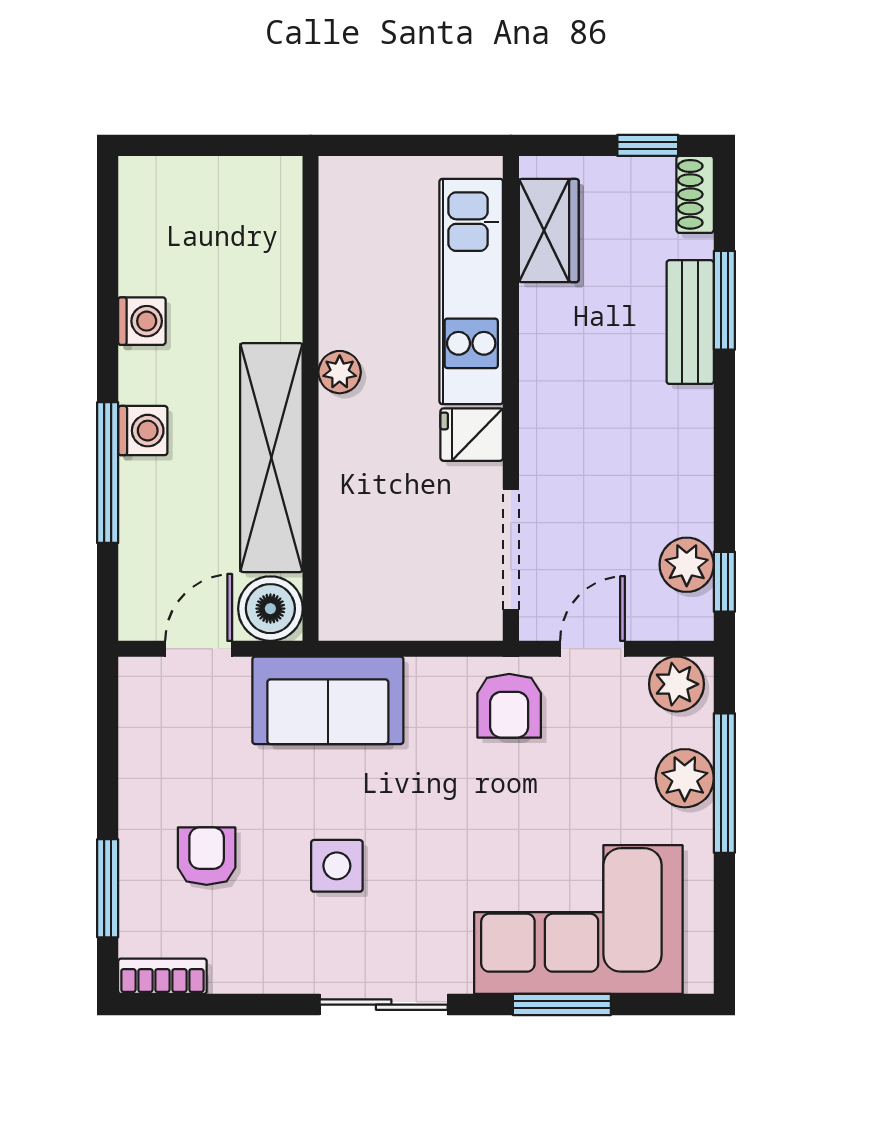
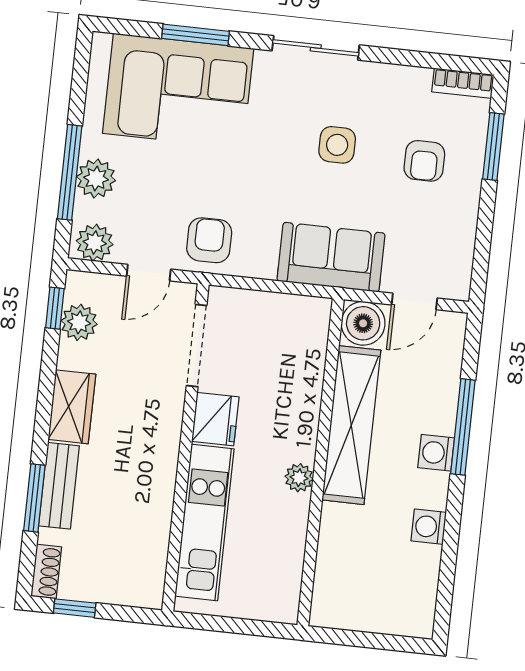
wardrobe: (549, 231) -> (72, 407), moved, turned 180
fridge: (472, 435) -> (215, 419), width x1.38

